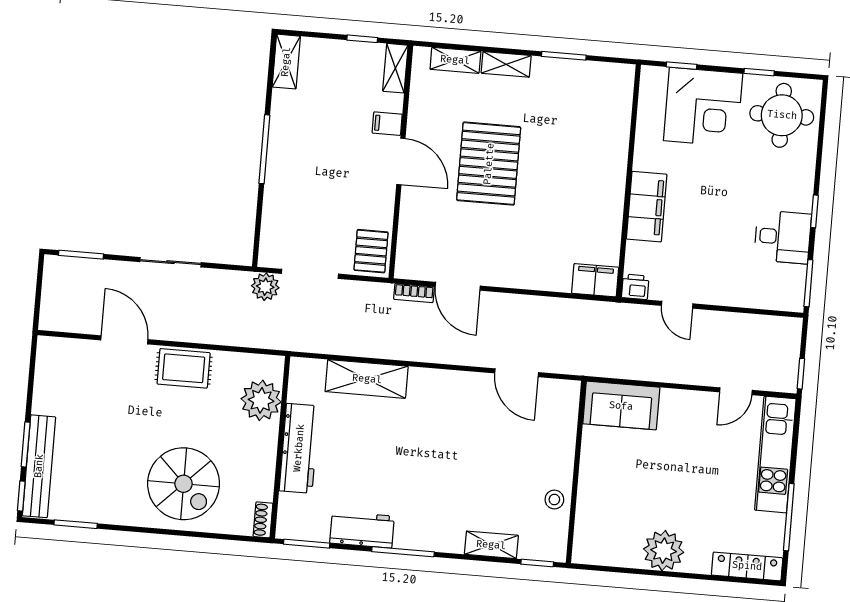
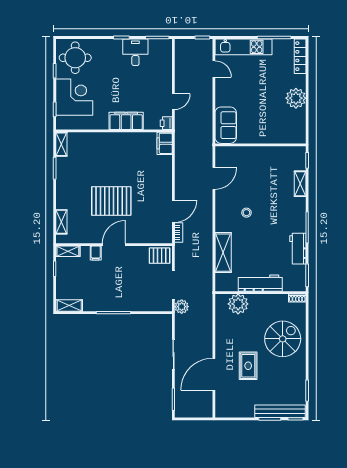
shelving: (506, 64) -> (61, 144), moved
door: (124, 340) -> (214, 374), width x1.36
rug: (184, 368) -> (248, 366), moved
stool: (554, 500) -> (246, 213), moved

